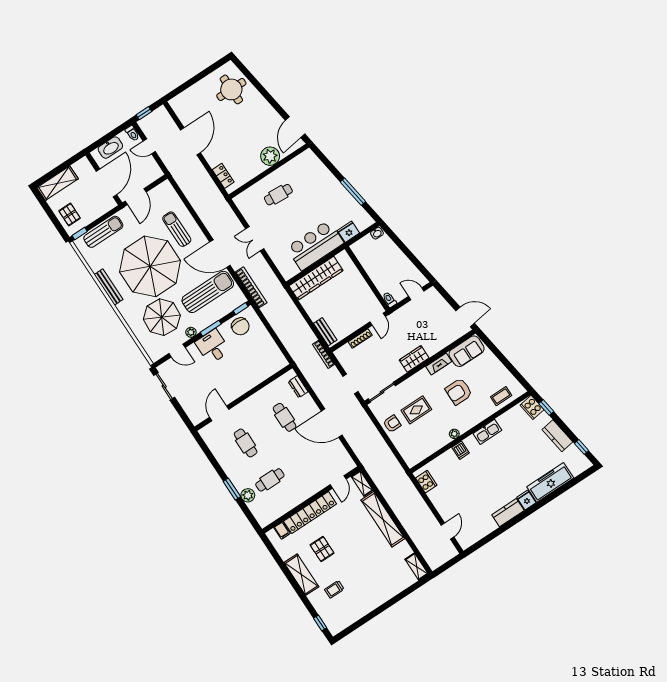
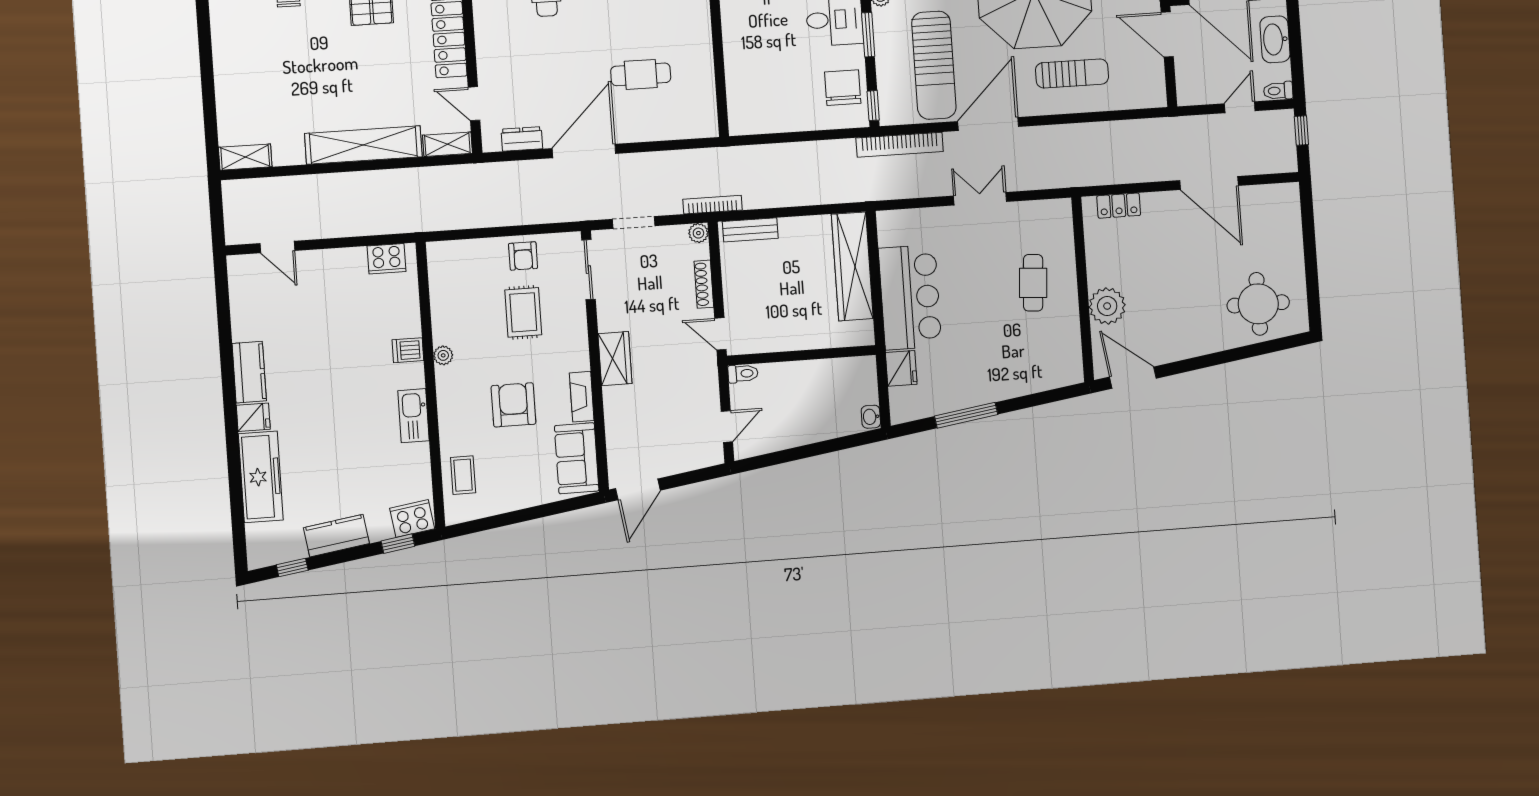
chair: (240, 326) -> (843, 88), turned 90
plant: (339, 353) -> (698, 233), added
dresser: (298, 387) -> (522, 139), moved

